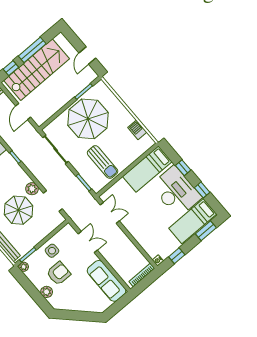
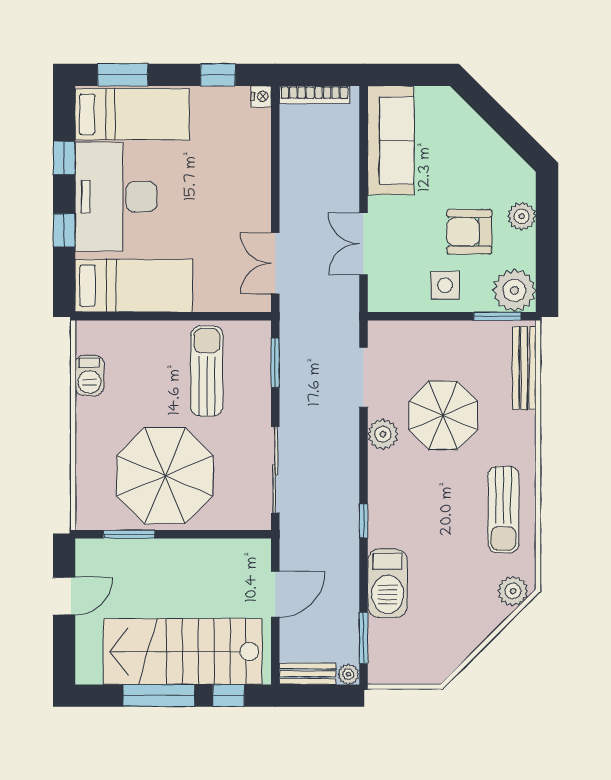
plant: (24, 267) -> (514, 290), width x1.87, depth x1.87

